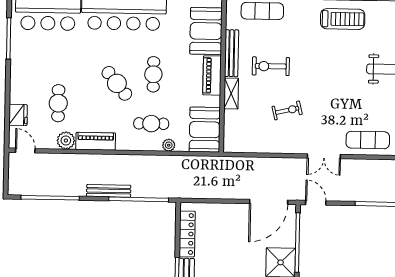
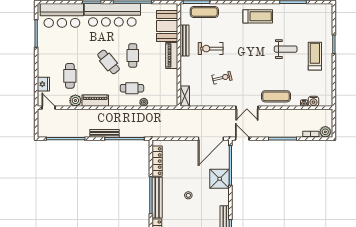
shelving: (231, 94) -> (185, 96), moved
booth: (205, 130) -> (168, 92), removed

